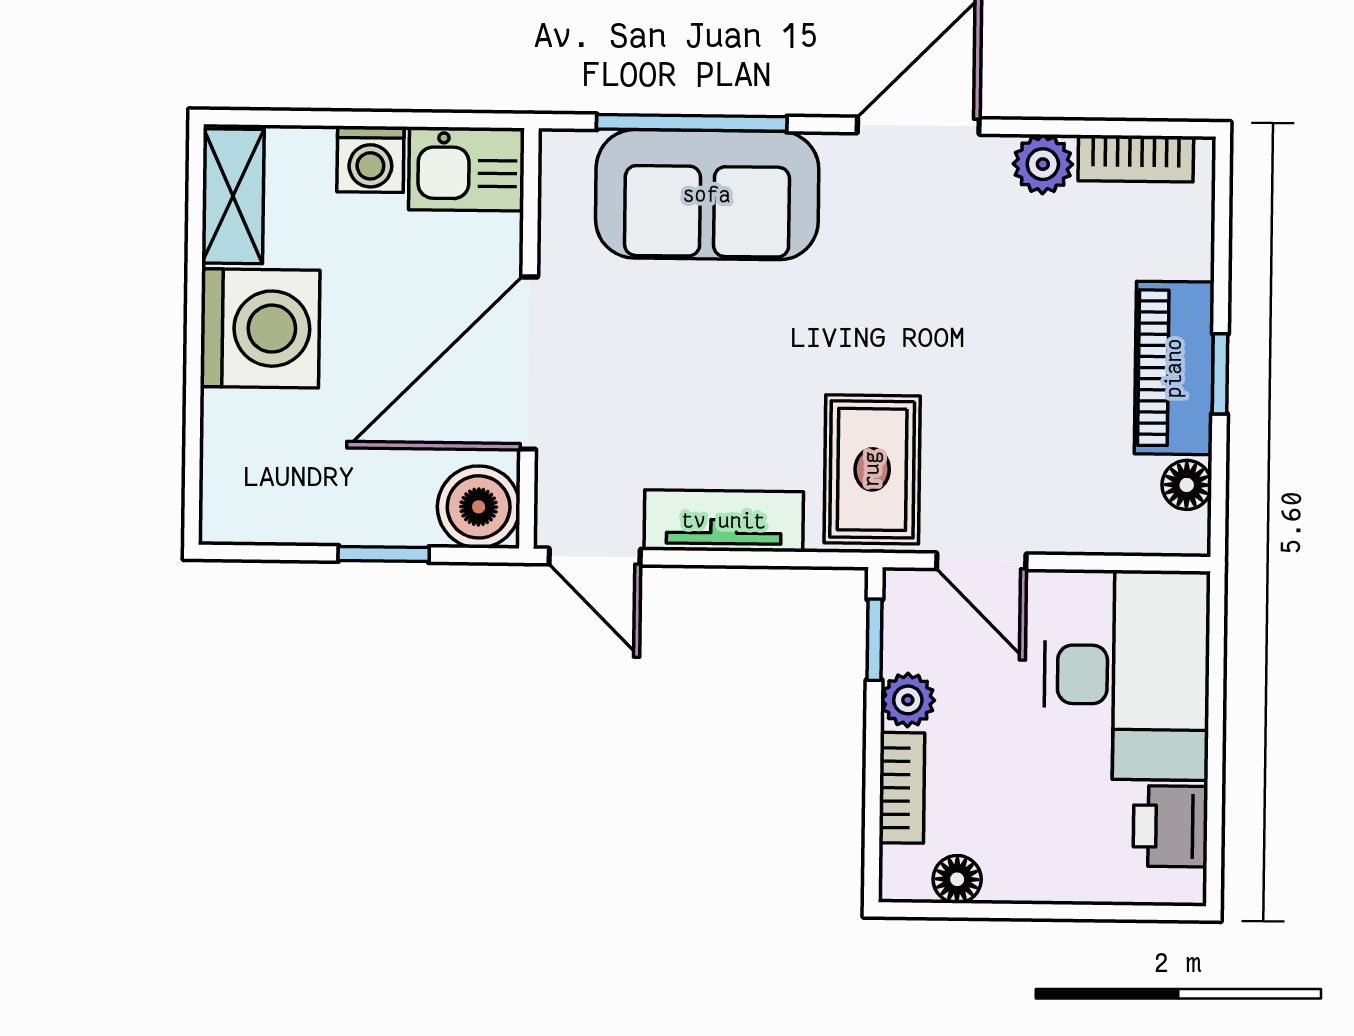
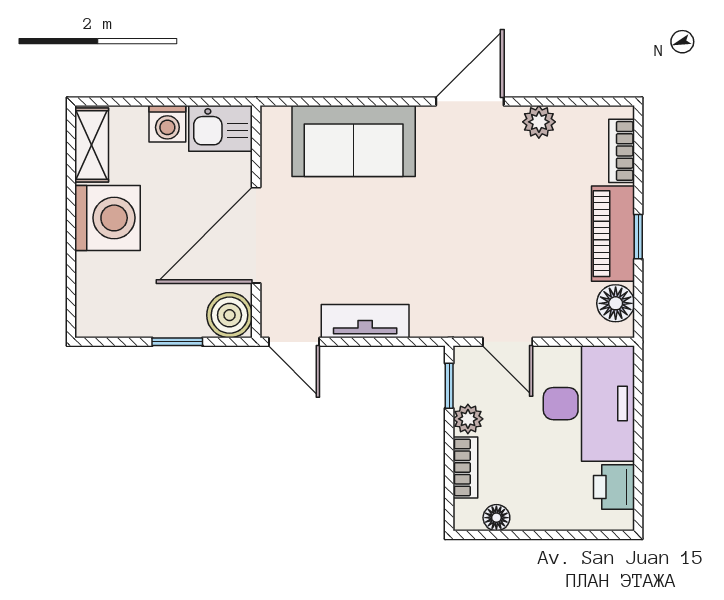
window: (692, 123) -> (345, 101), removed
bookcase: (1136, 158) -> (622, 151), moved, turned 90
rug: (872, 469) -> (447, 292), removed
floor lamp: (1187, 485) -> (616, 303), width x1.37, depth x1.37

